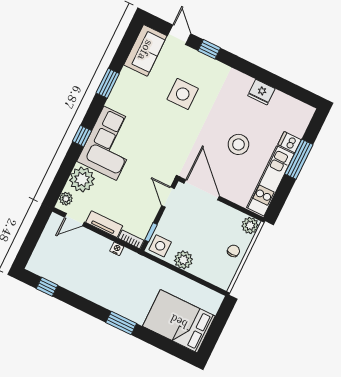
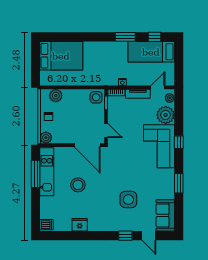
dishwasher: (290, 142) -> (47, 225), moved
window: (299, 159) -> (36, 174), moved
plant: (183, 260) -> (56, 96), moved
bed: (61, 270) -> (151, 52), added
window: (121, 323) -> (125, 37), moved

